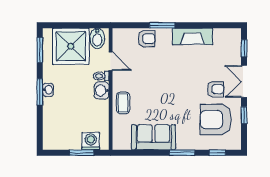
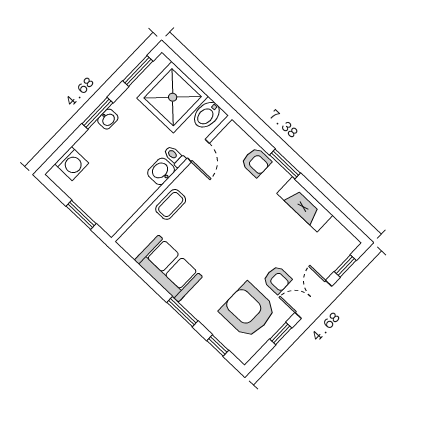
washing machine: (91, 141) -> (72, 164), moved, turned 90

